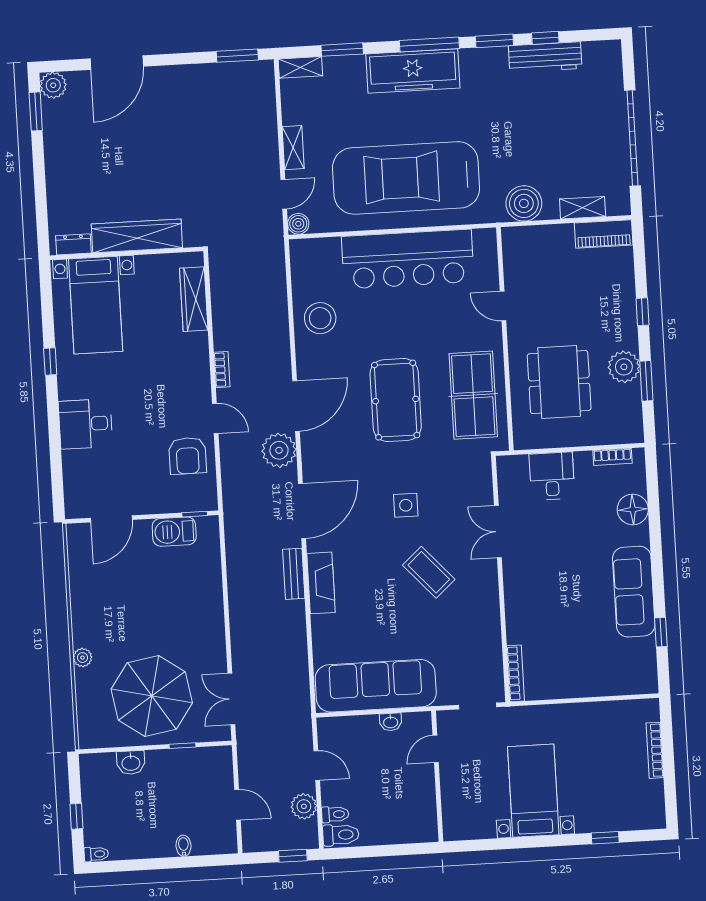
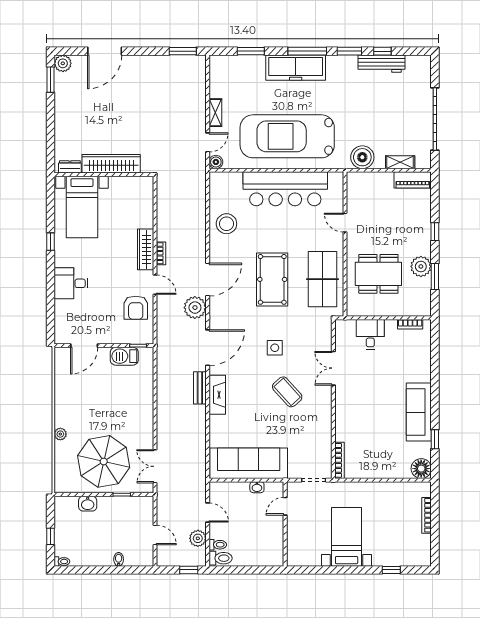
shelving: (300, 67) -> (223, 61), removed
wardrobe: (194, 299) -> (146, 249), moved
dining table: (559, 382) -> (378, 274), turned 90
floor lamp: (633, 509) -> (421, 469), moved

